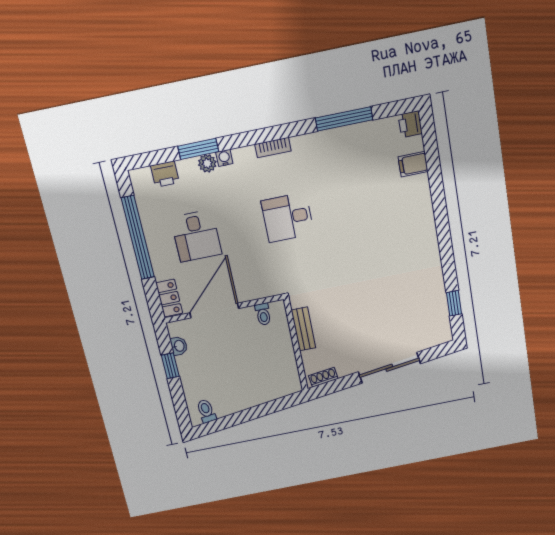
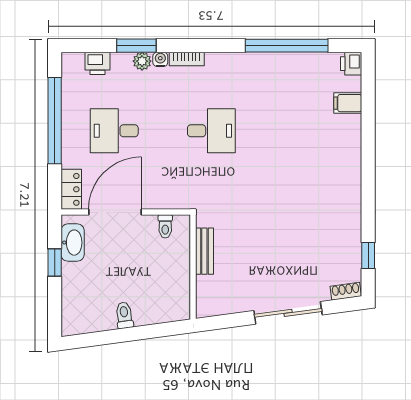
window: (344, 119) -> (287, 46), width x1.46
bookcase: (273, 148) -> (187, 59), moved
desk: (288, 217) -> (211, 131), turned 180
desk: (196, 236) -> (114, 131), turned 90
washbasin: (179, 346) -> (73, 243), width x1.91, depth x1.45
shoe rack: (323, 377) -> (346, 291), moved
toilet: (206, 411) -> (124, 315), moved

